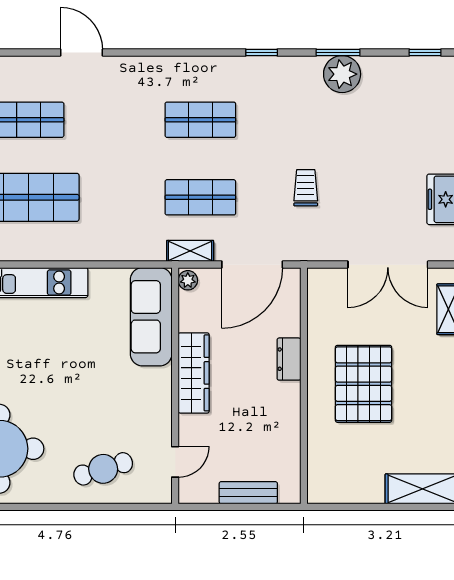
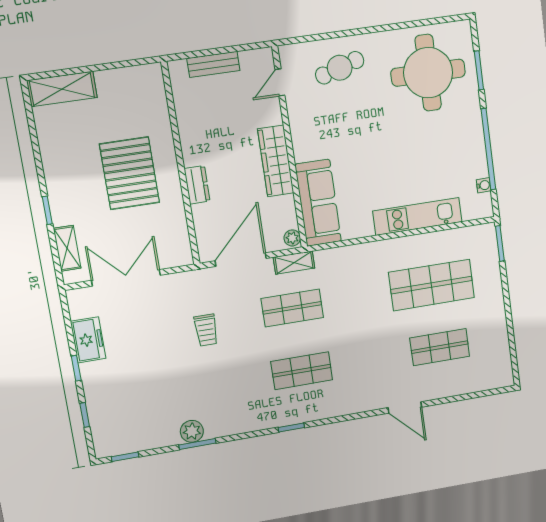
window: (262, 53) -> (291, 427), moved
plant: (342, 74) -> (192, 431), width x0.73, depth x0.73

